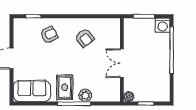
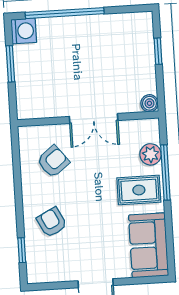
wall: (122, 60) -> (88, 119), moved
double door: (122, 63) -> (94, 118), moved
boiler: (129, 97) -> (149, 103), moved

